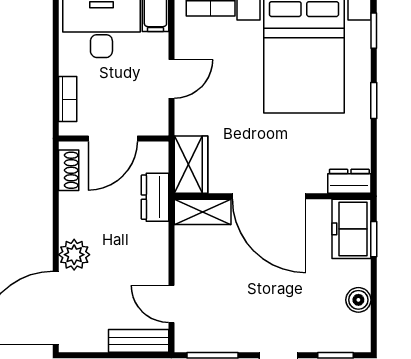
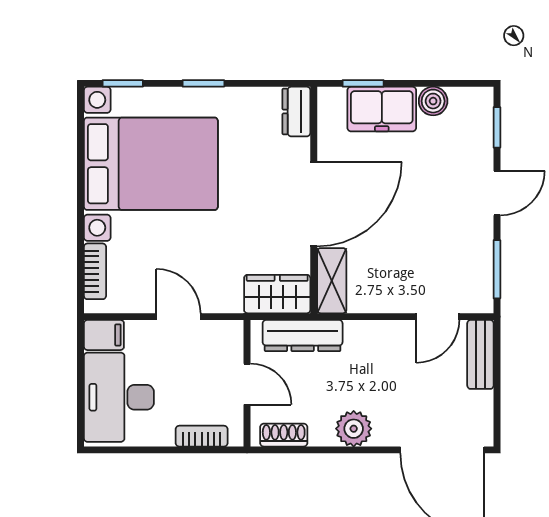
door: (113, 138) -> (247, 384), width x0.73
dresser: (155, 197) -> (303, 336), width x1.44
freezer: (351, 229) -> (382, 109), moved
plant: (74, 255) -> (354, 429), moved

